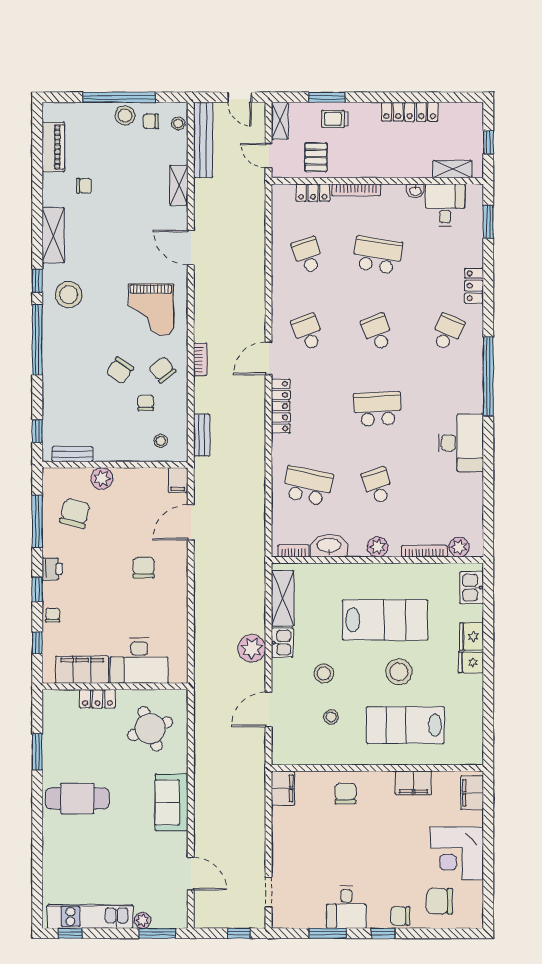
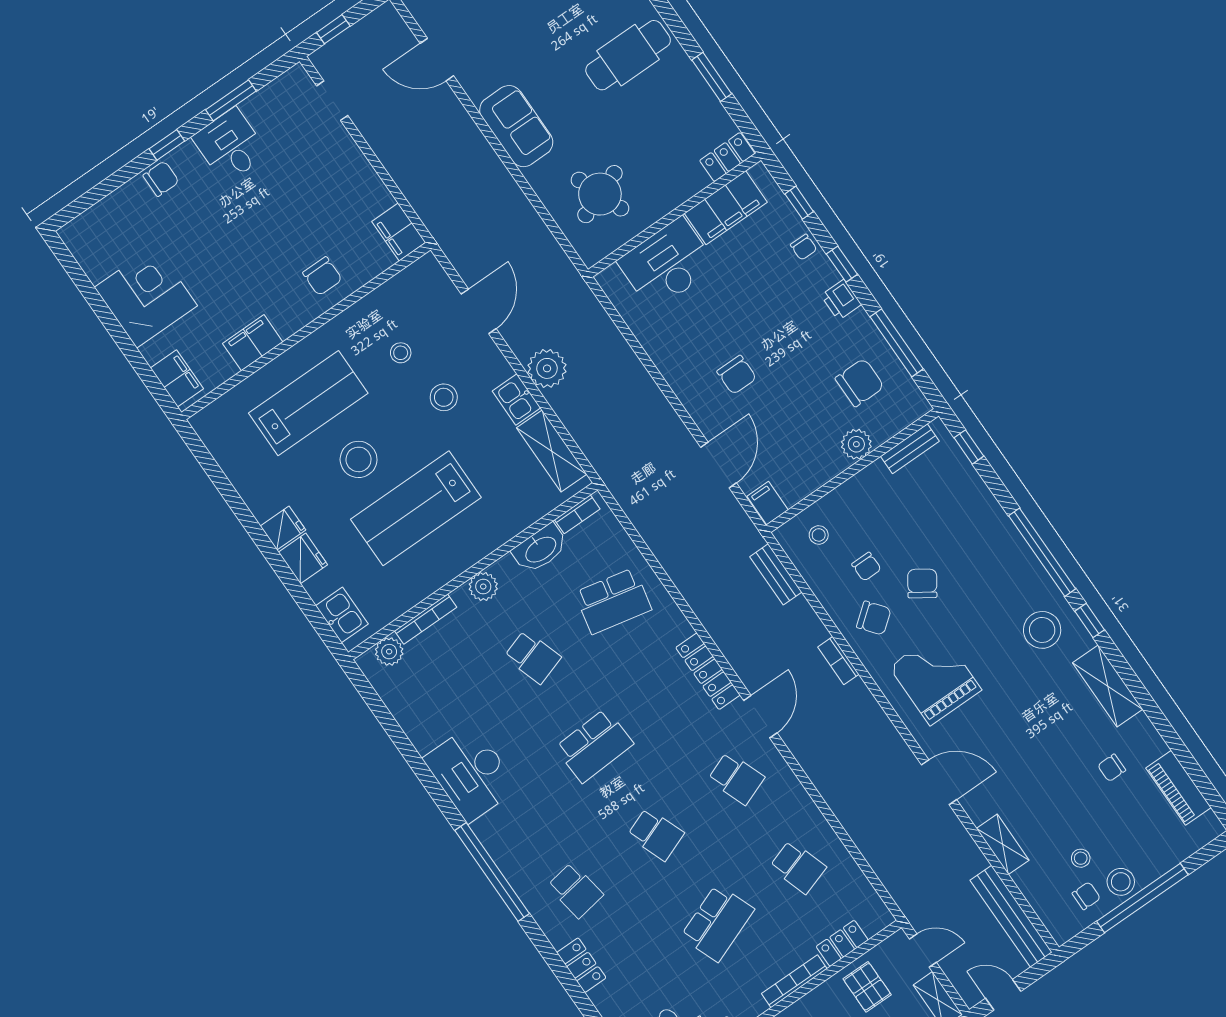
stool: (178, 123) -> (1081, 858), moved
school desk: (377, 255) -> (717, 923), turned -30
school desk: (447, 332) -> (575, 890), turned -33
chair: (75, 513) -> (860, 383), turned -105
locker: (97, 699) -> (727, 157), moved
chair: (440, 901) -> (127, 227), removed

